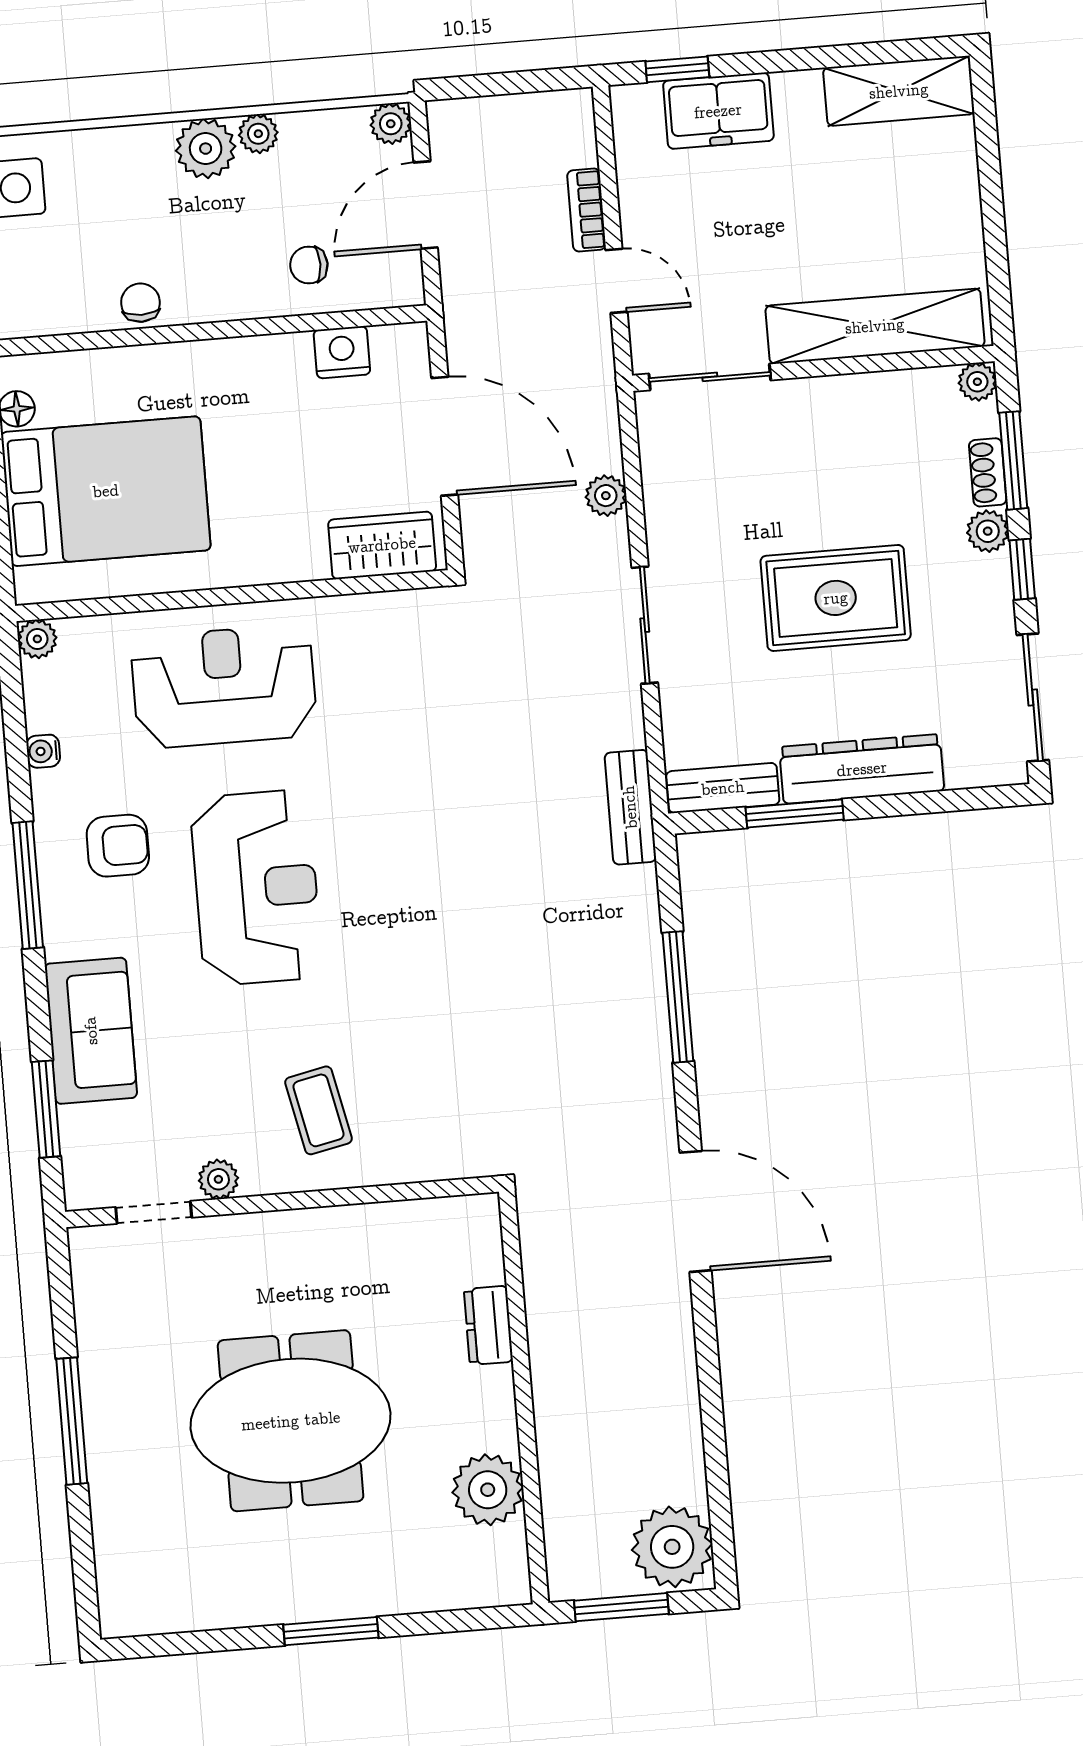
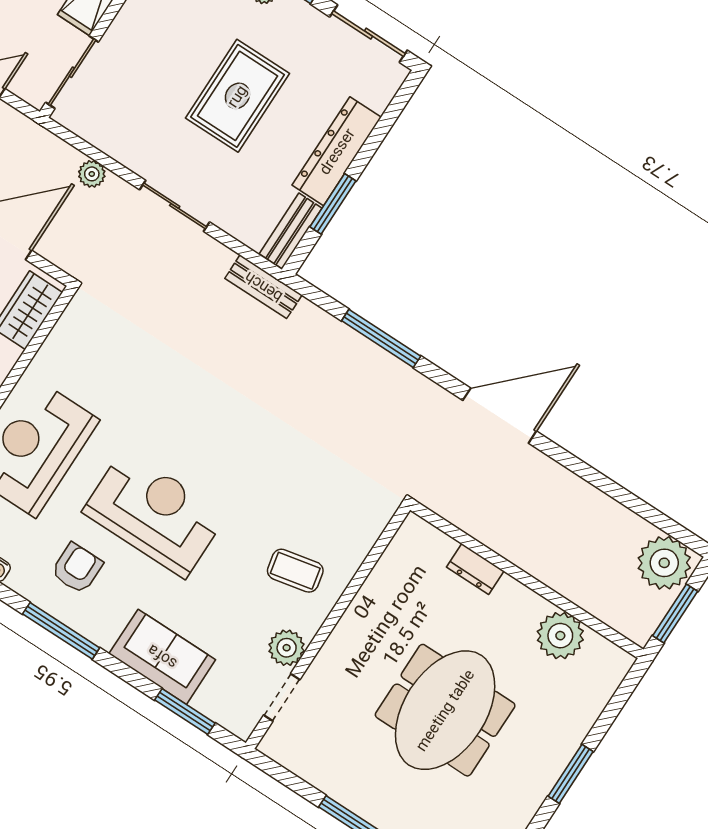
plant: (218, 1179) -> (287, 648), width x1.38, depth x1.38

